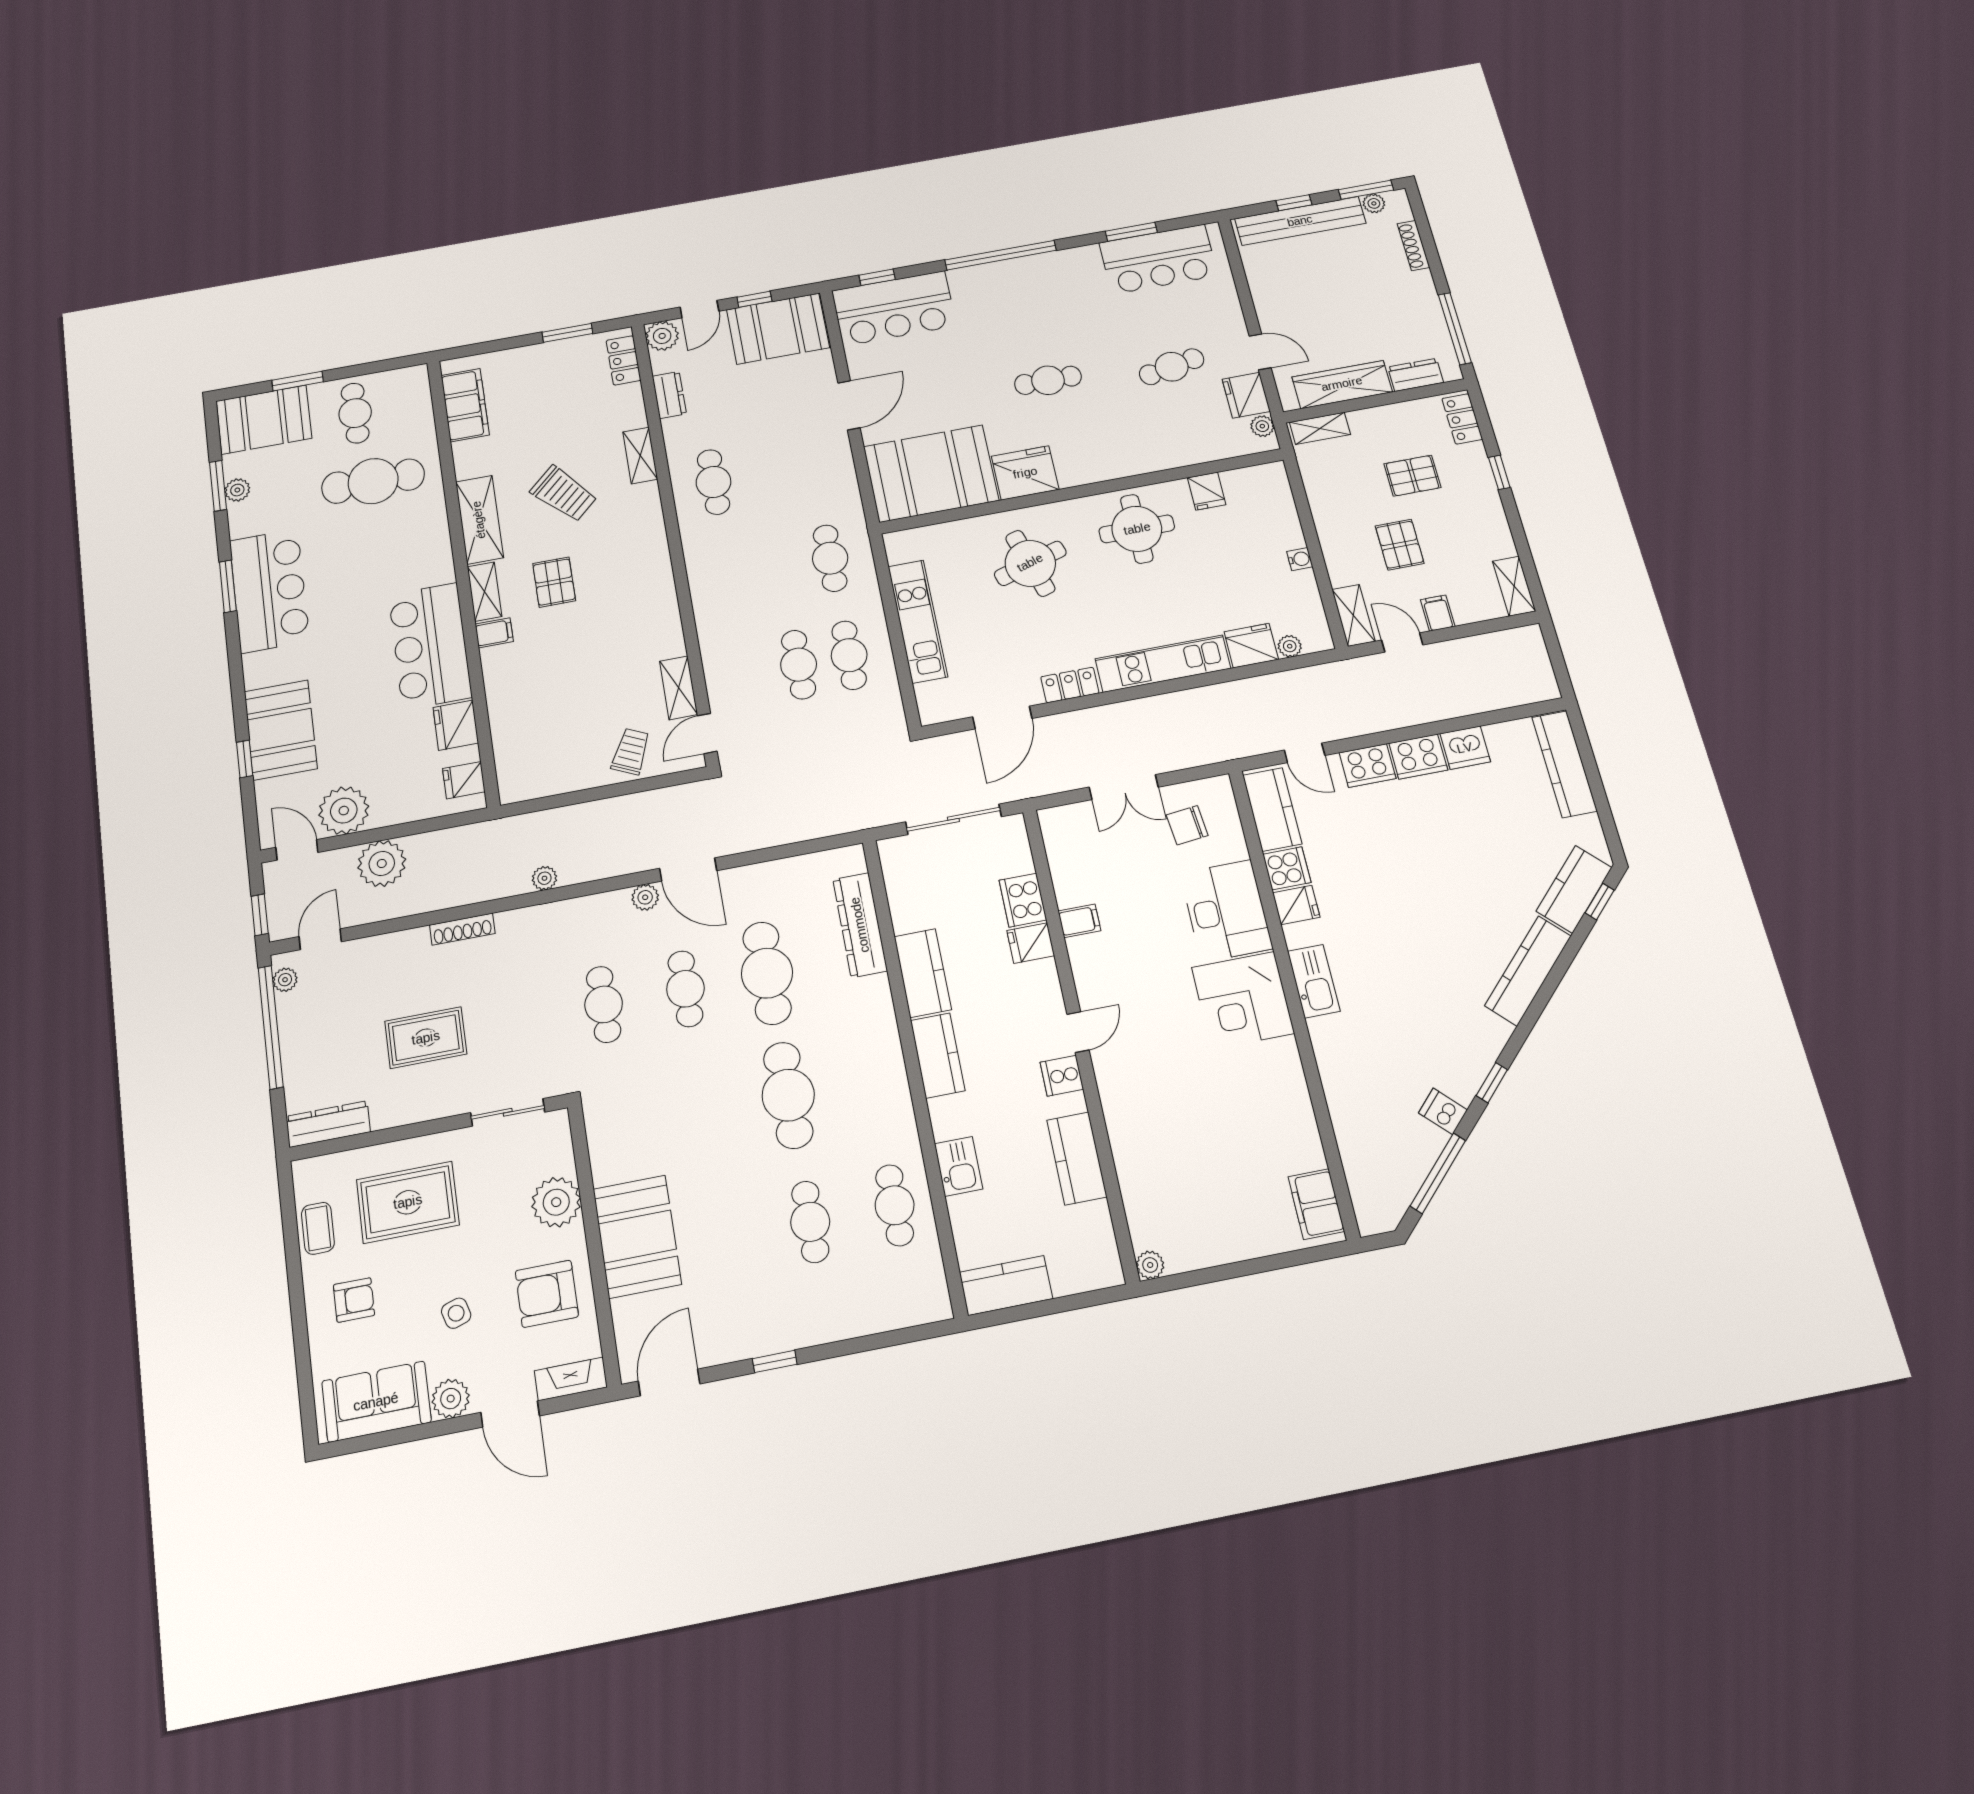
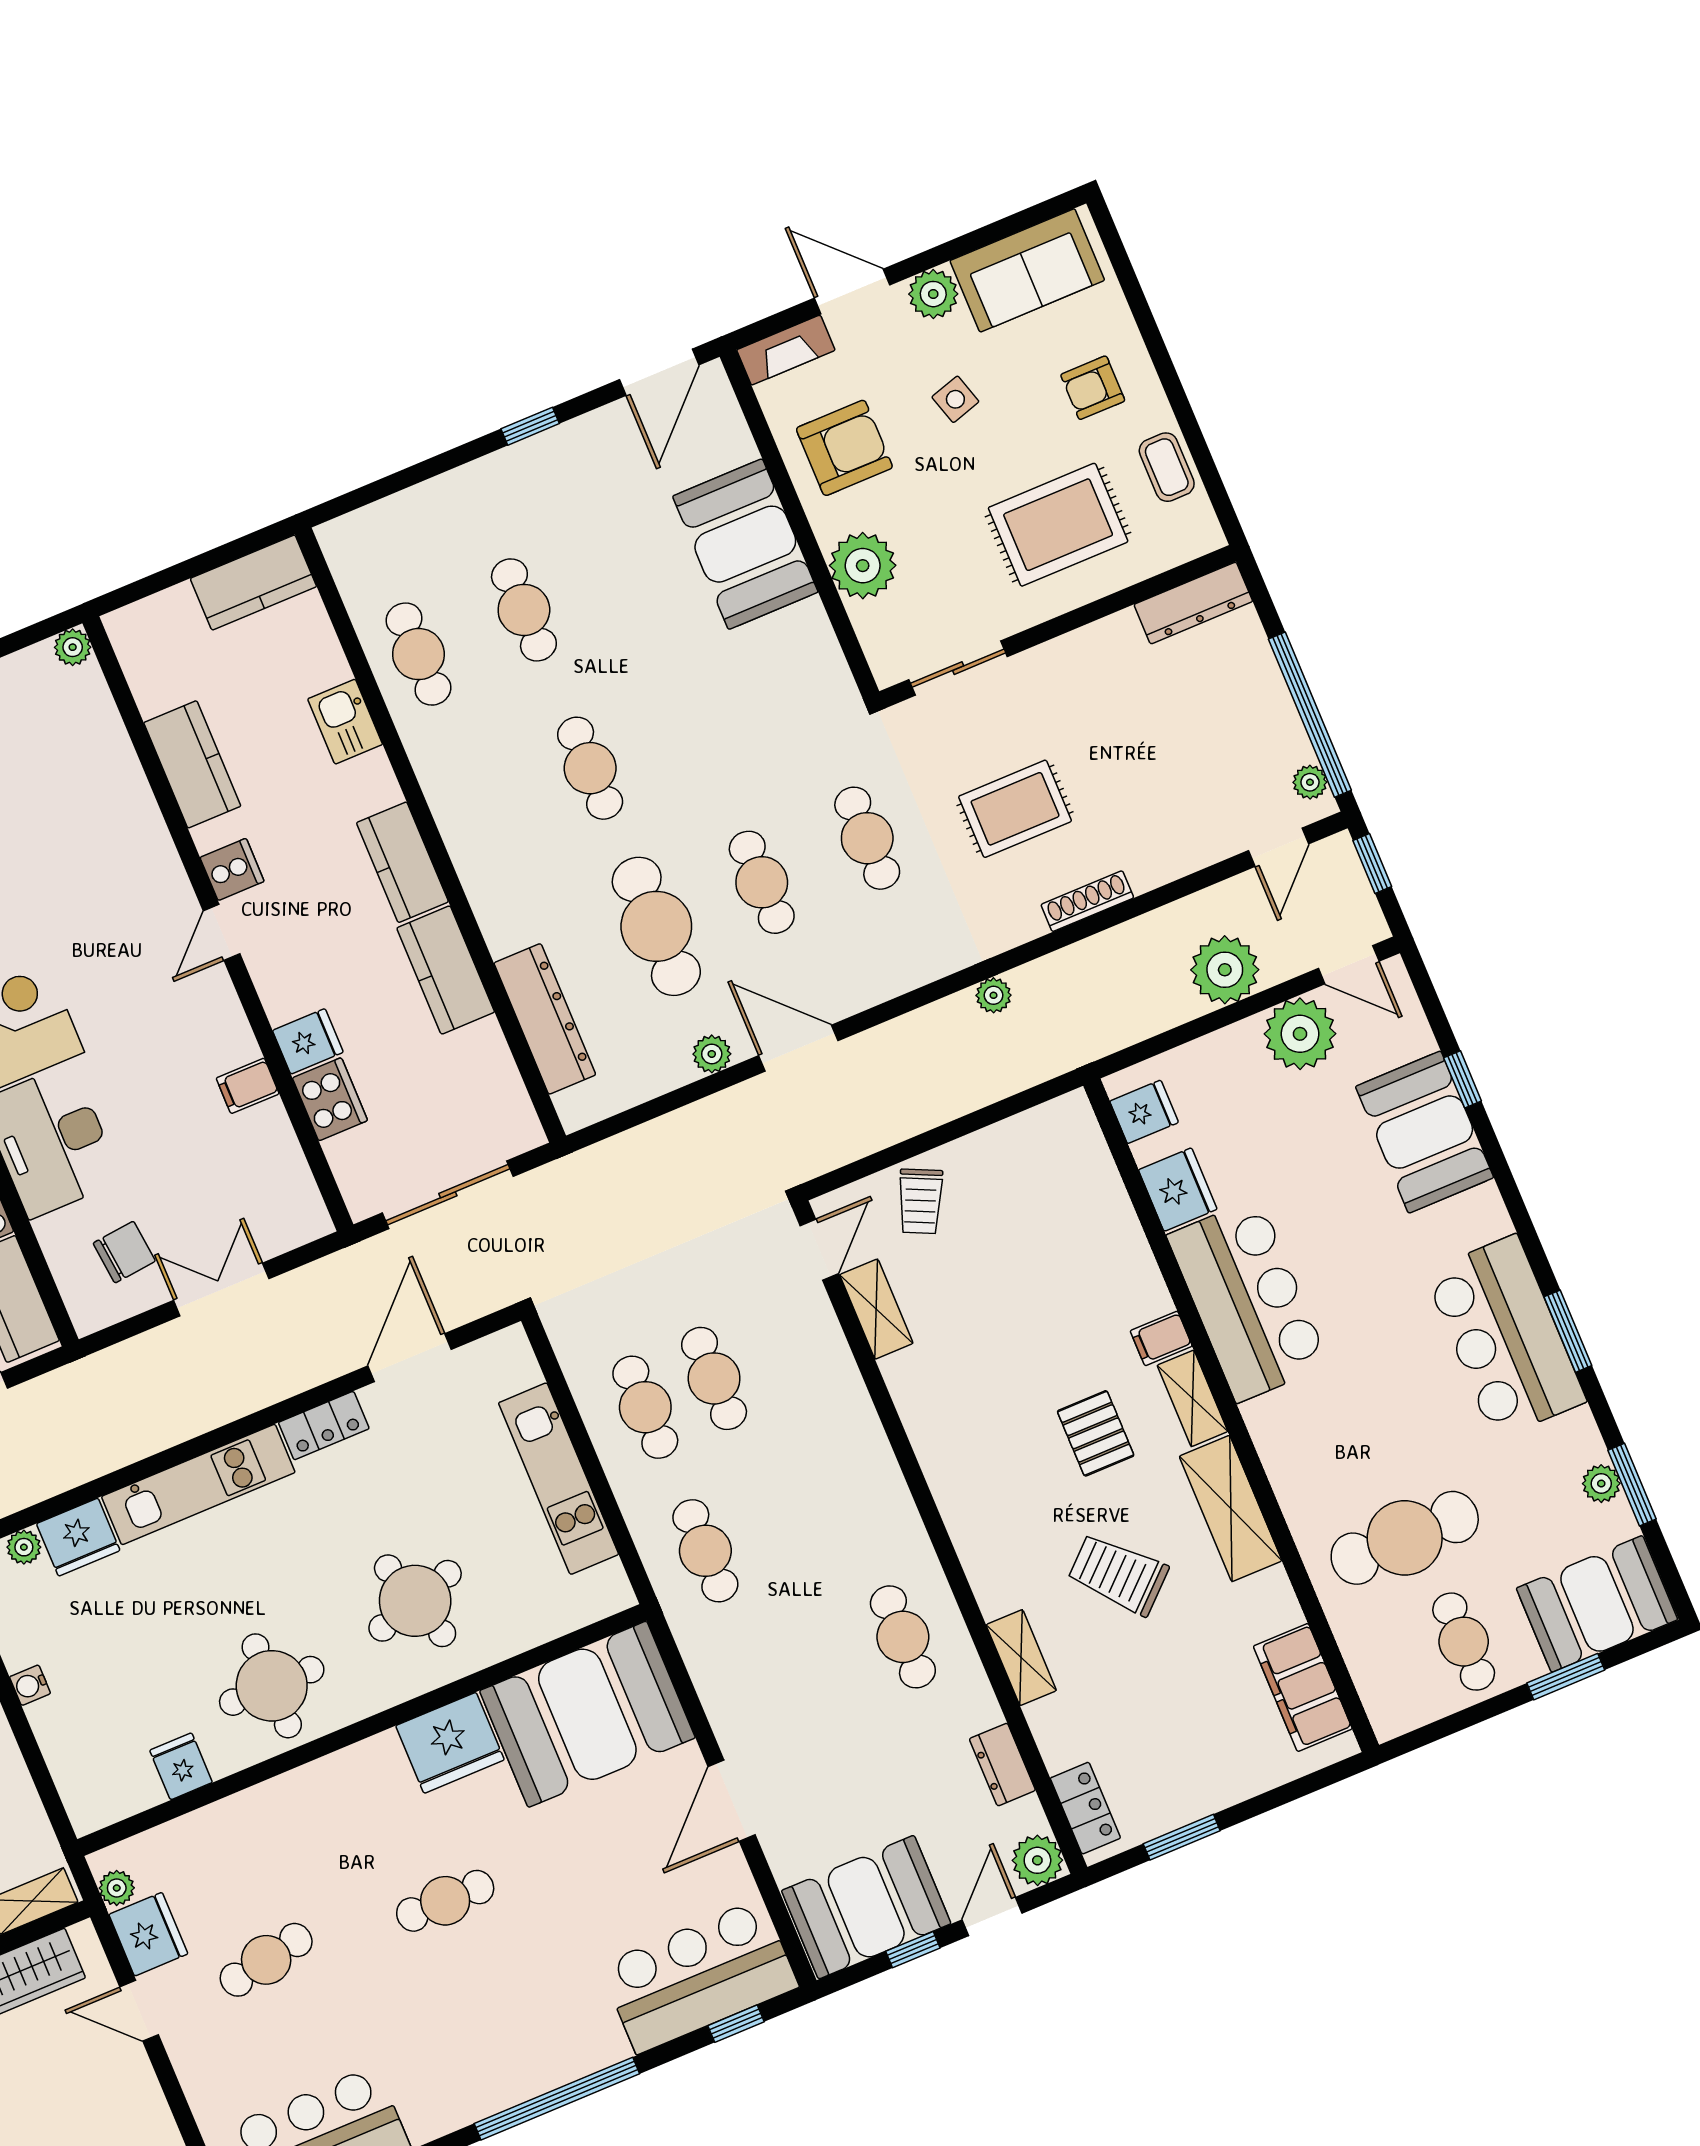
plant: (645, 897) -> (712, 1054), moved
rug: (426, 1038) -> (1015, 809), moved
cafe table: (788, 1095) -> (590, 768), width x0.73, depth x0.74

